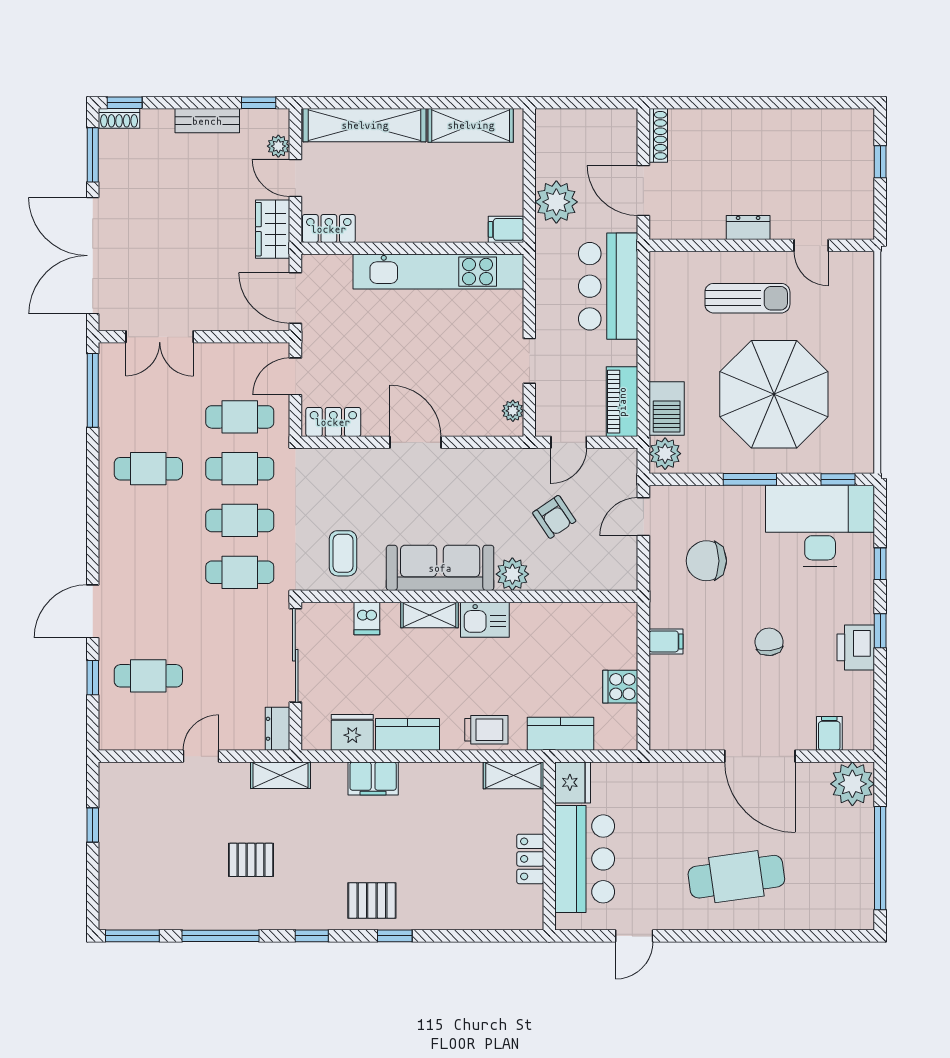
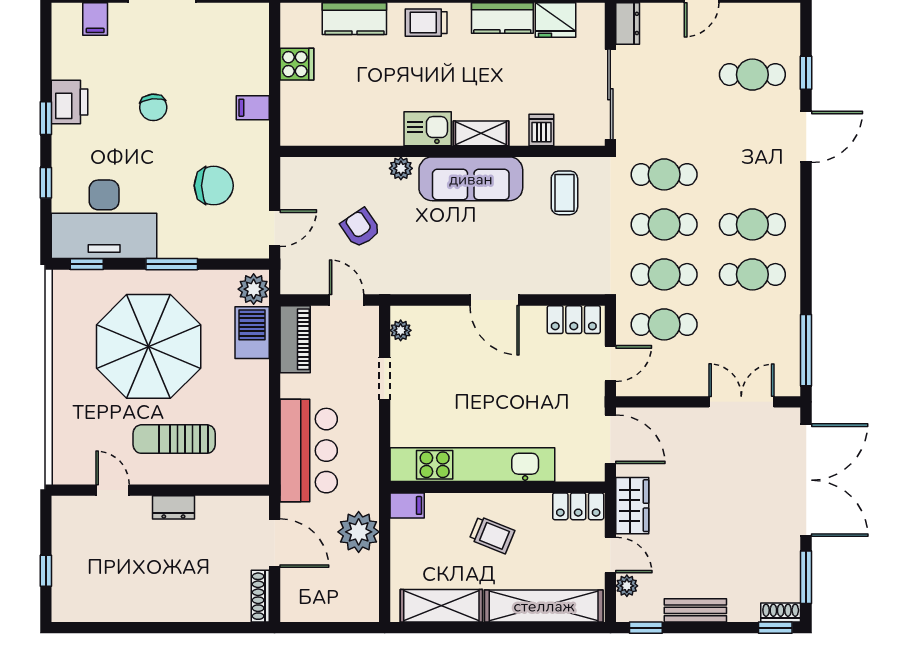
trolley: (418, 199) -> (492, 535), added
door: (569, 442) -> (347, 300), hinge flipped
cafe table: (148, 520) -> (752, 224), added
plant: (512, 574) -> (401, 168), width x0.73, depth x0.73

